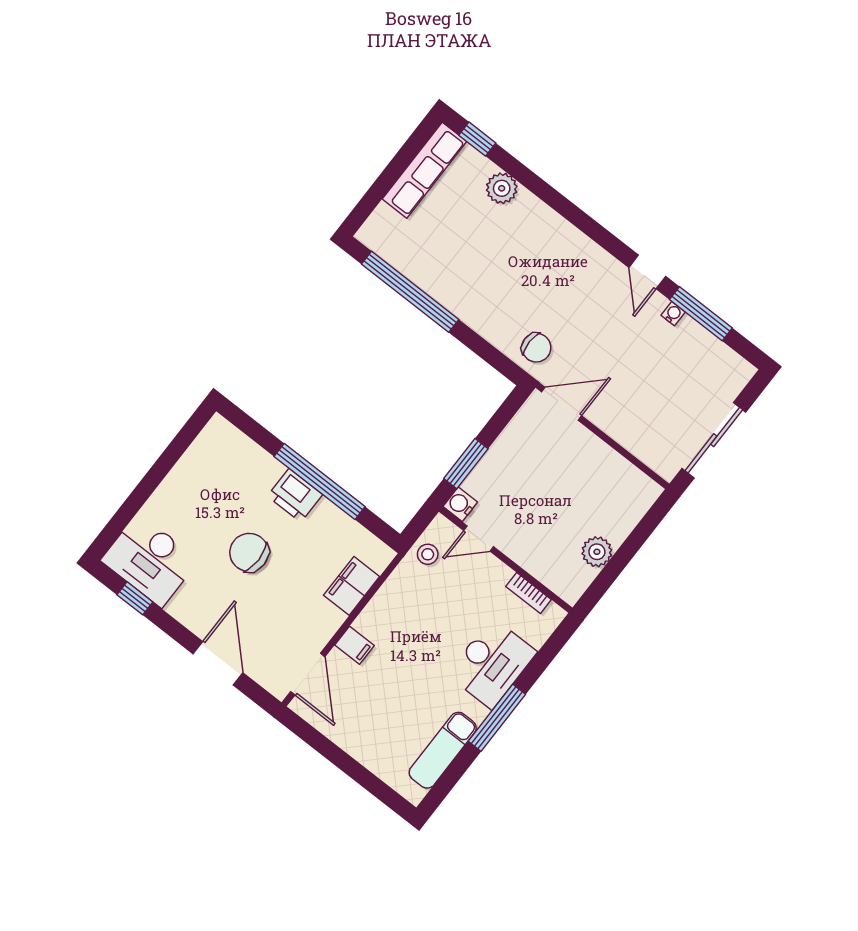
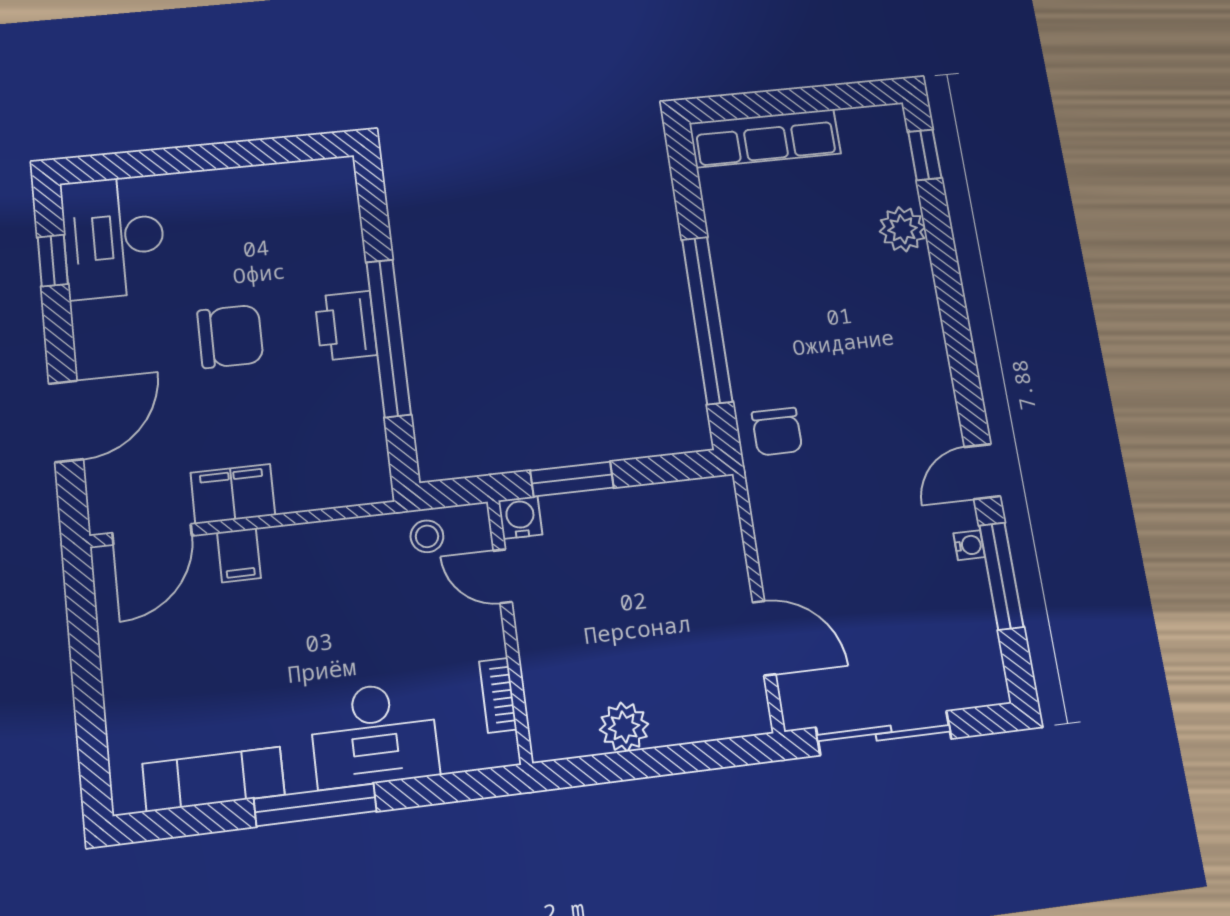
row of seats: (425, 170) -> (765, 138), moved
window: (410, 292) -> (707, 320), moved
door: (562, 404) -> (764, 638), moved
chair: (249, 552) -> (230, 336), turned 90
filing cabinet: (352, 586) -> (233, 494), moved

